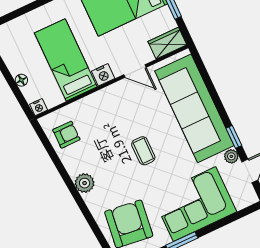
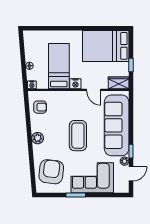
coffee table: (143, 151) -> (78, 136), width x1.86, depth x1.72

